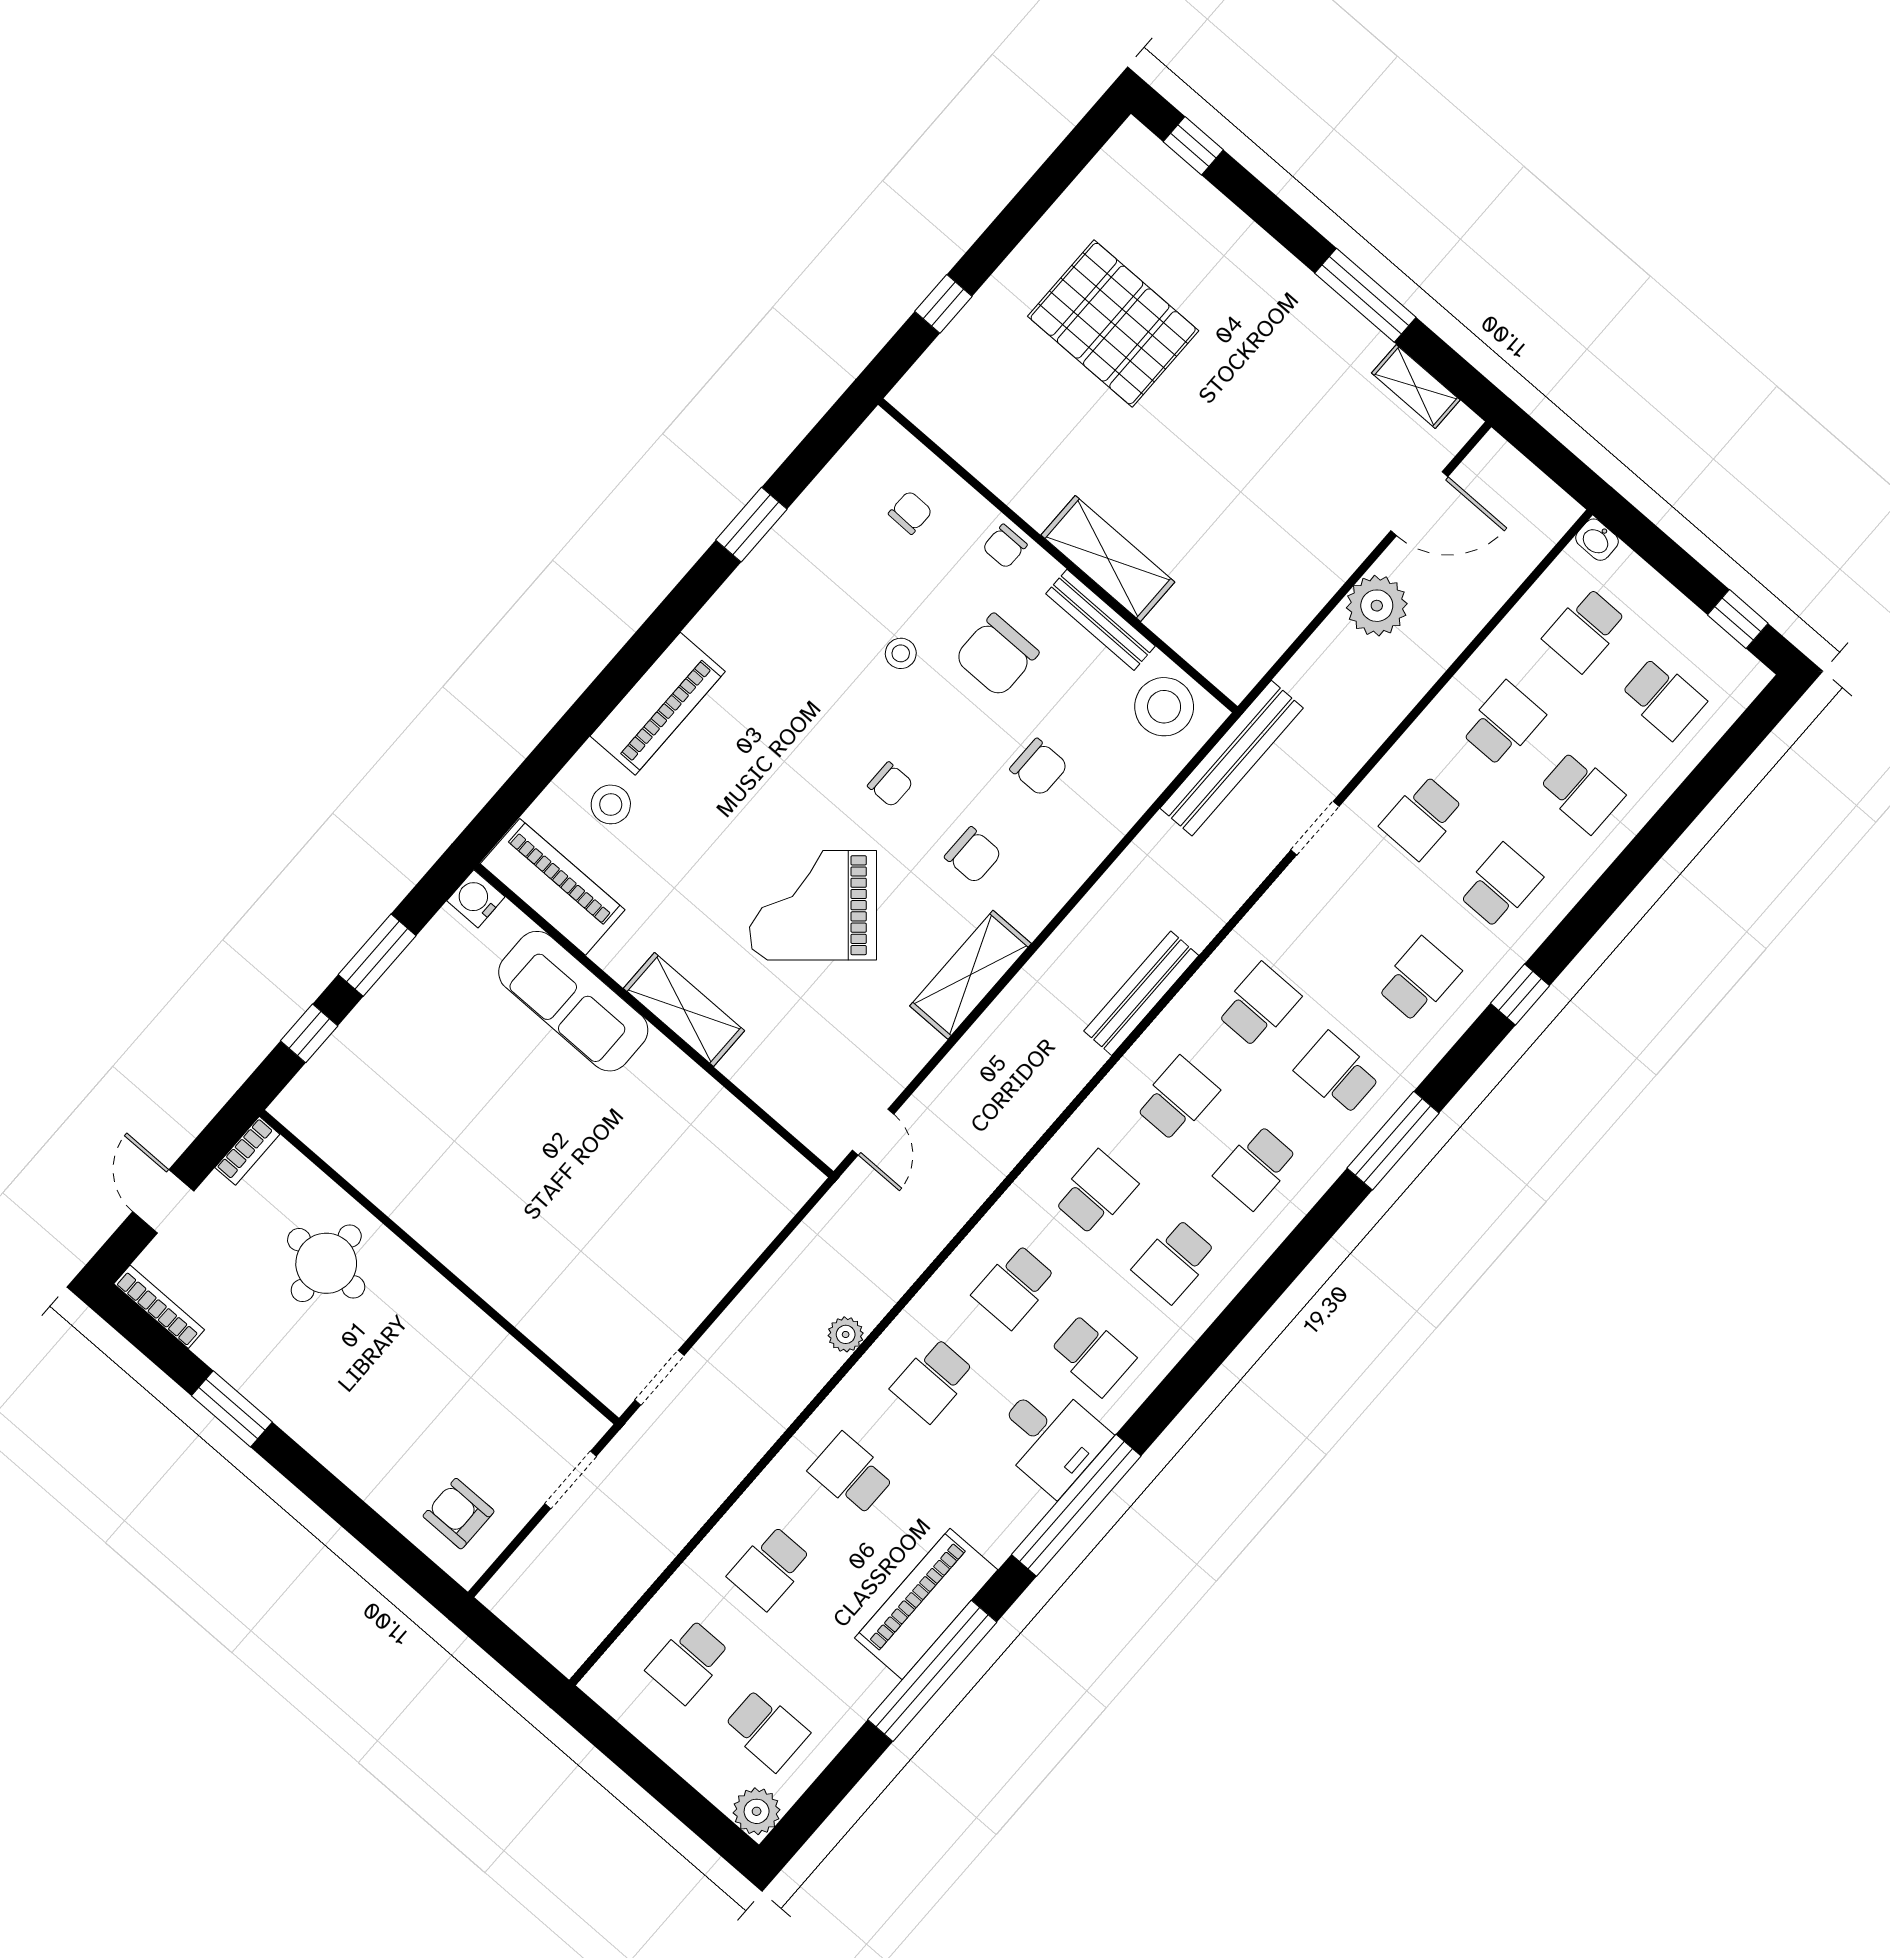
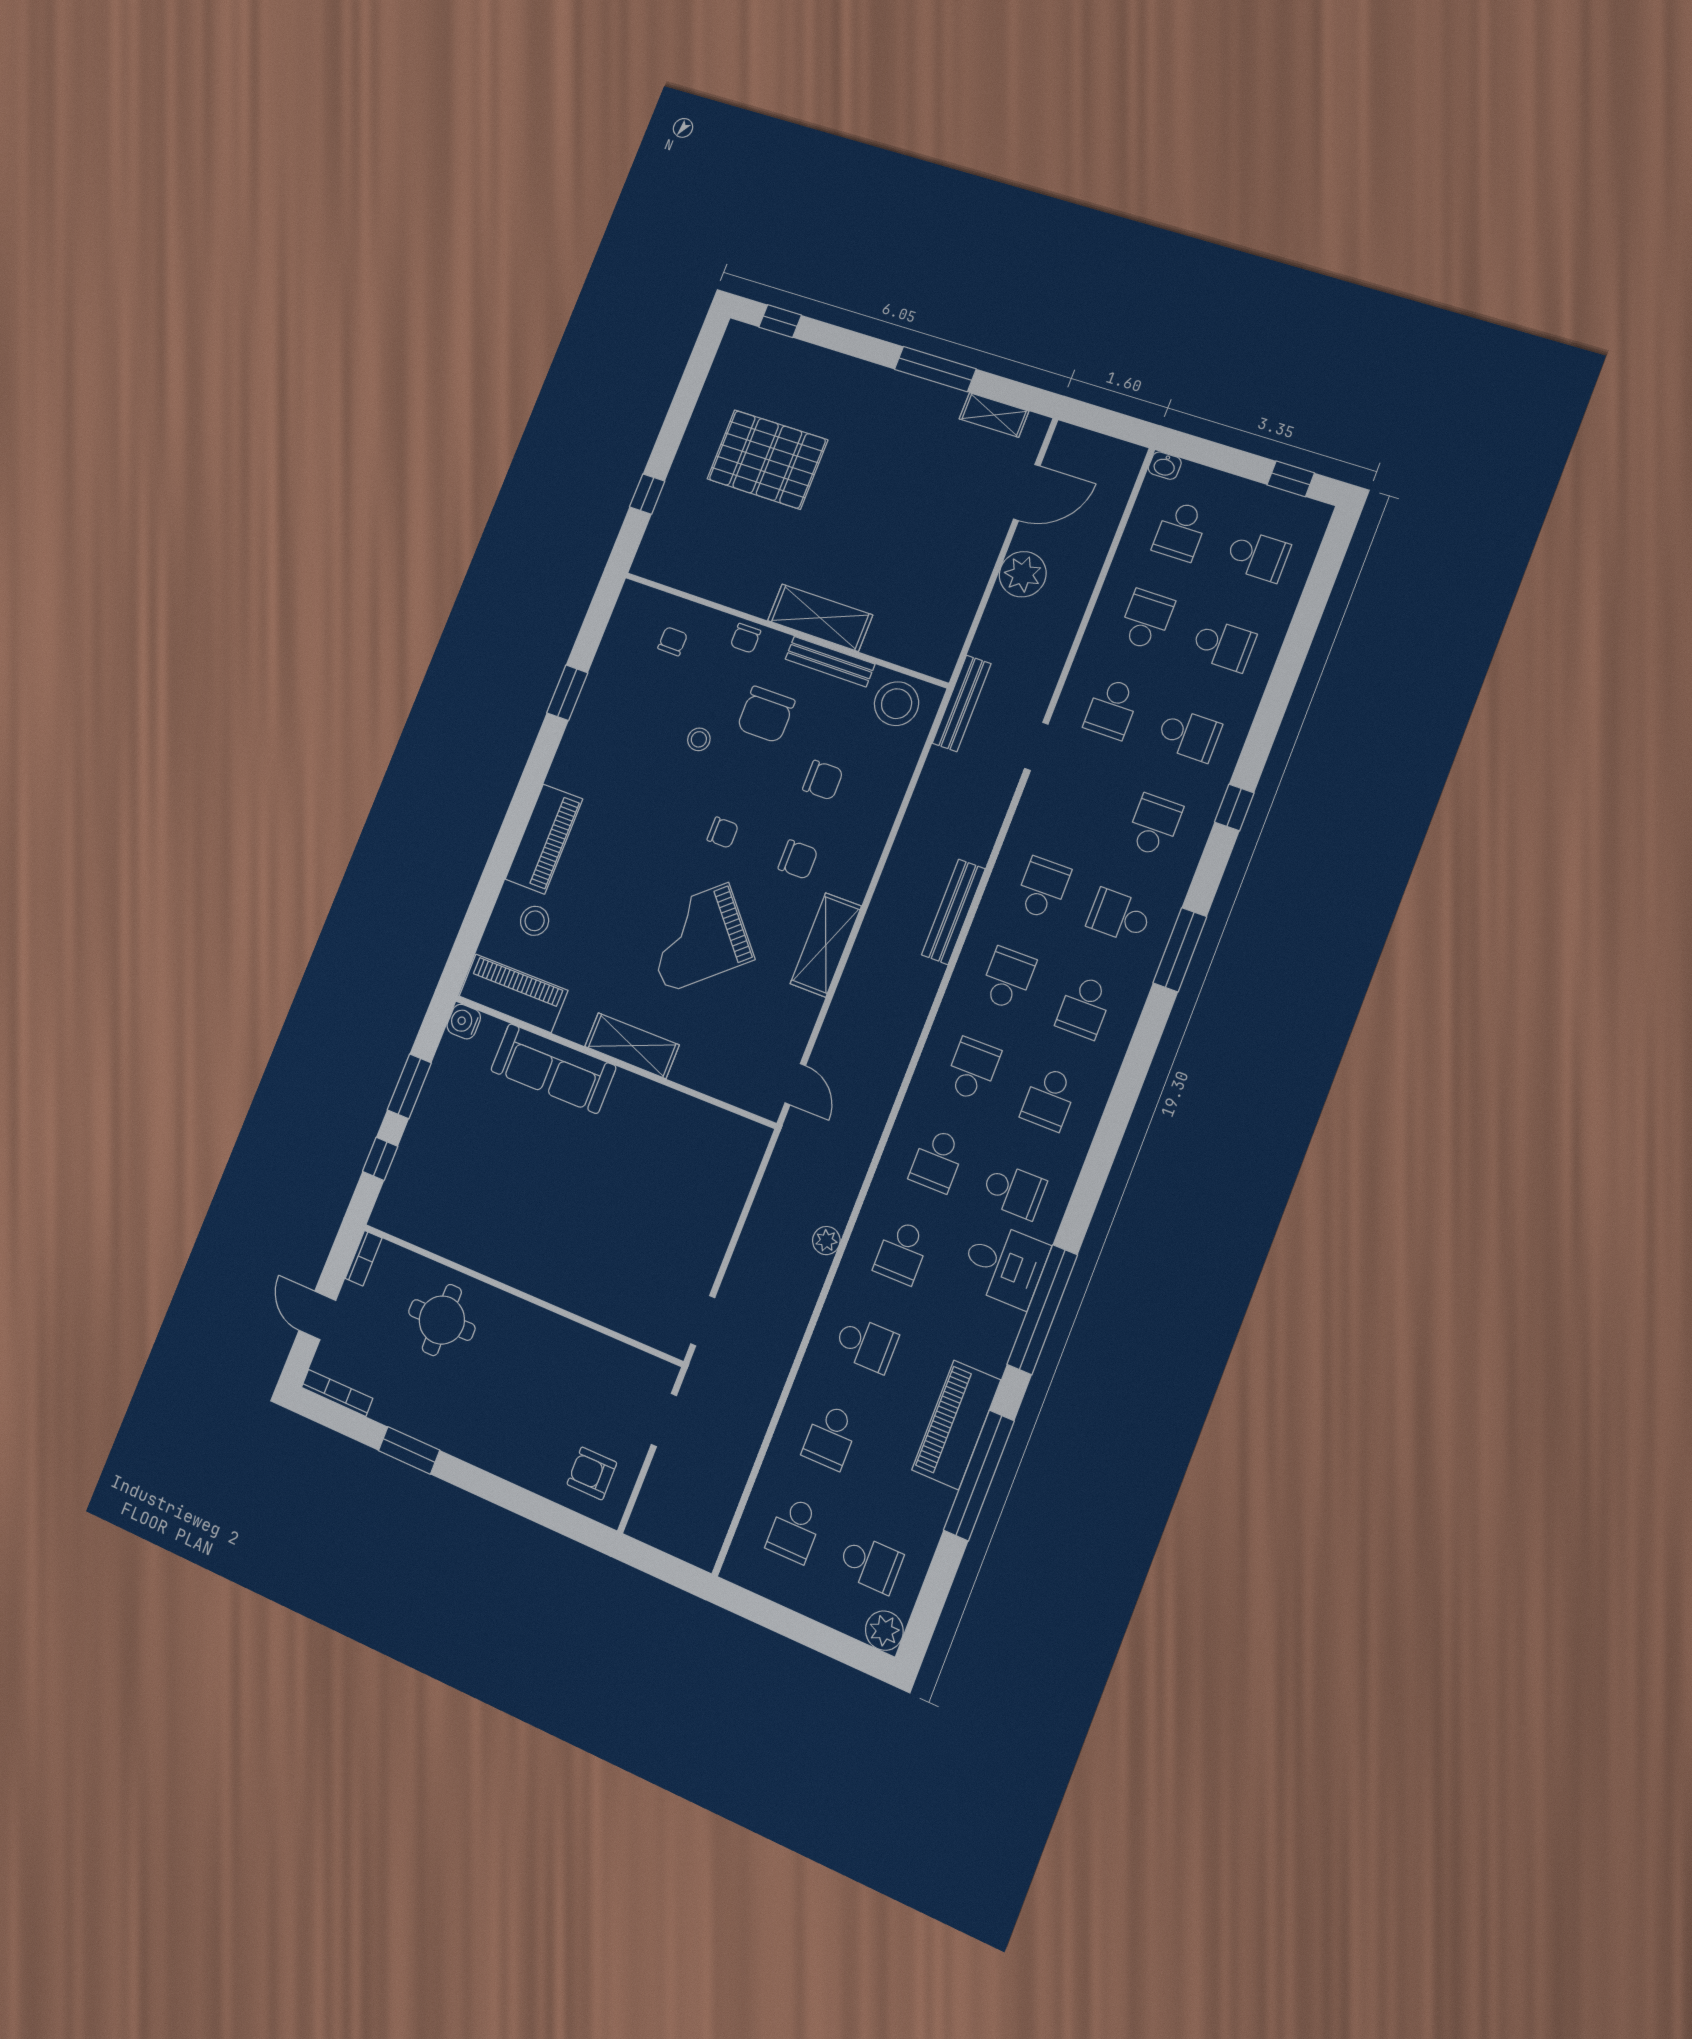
bench: (1232, 758) -> (962, 703), width x0.73, depth x0.82
school desk: (1500, 886) -> (1189, 735), turned 90
school desk: (851, 1474) -> (866, 1344), turned 180

